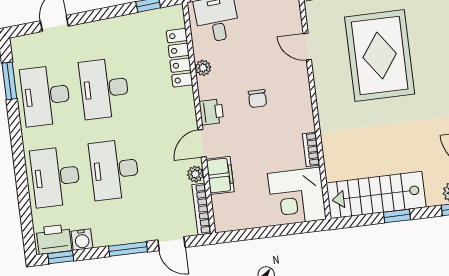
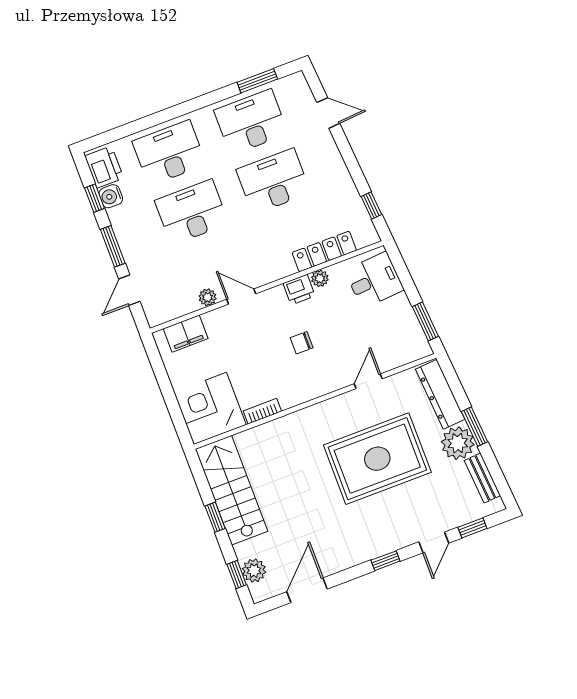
printer: (211, 112) -> (299, 290), moved
filing cabinet: (220, 175) -> (186, 334), moved
bookcase: (201, 209) -> (173, 313), removed
window: (61, 257) -> (94, 198), moved

